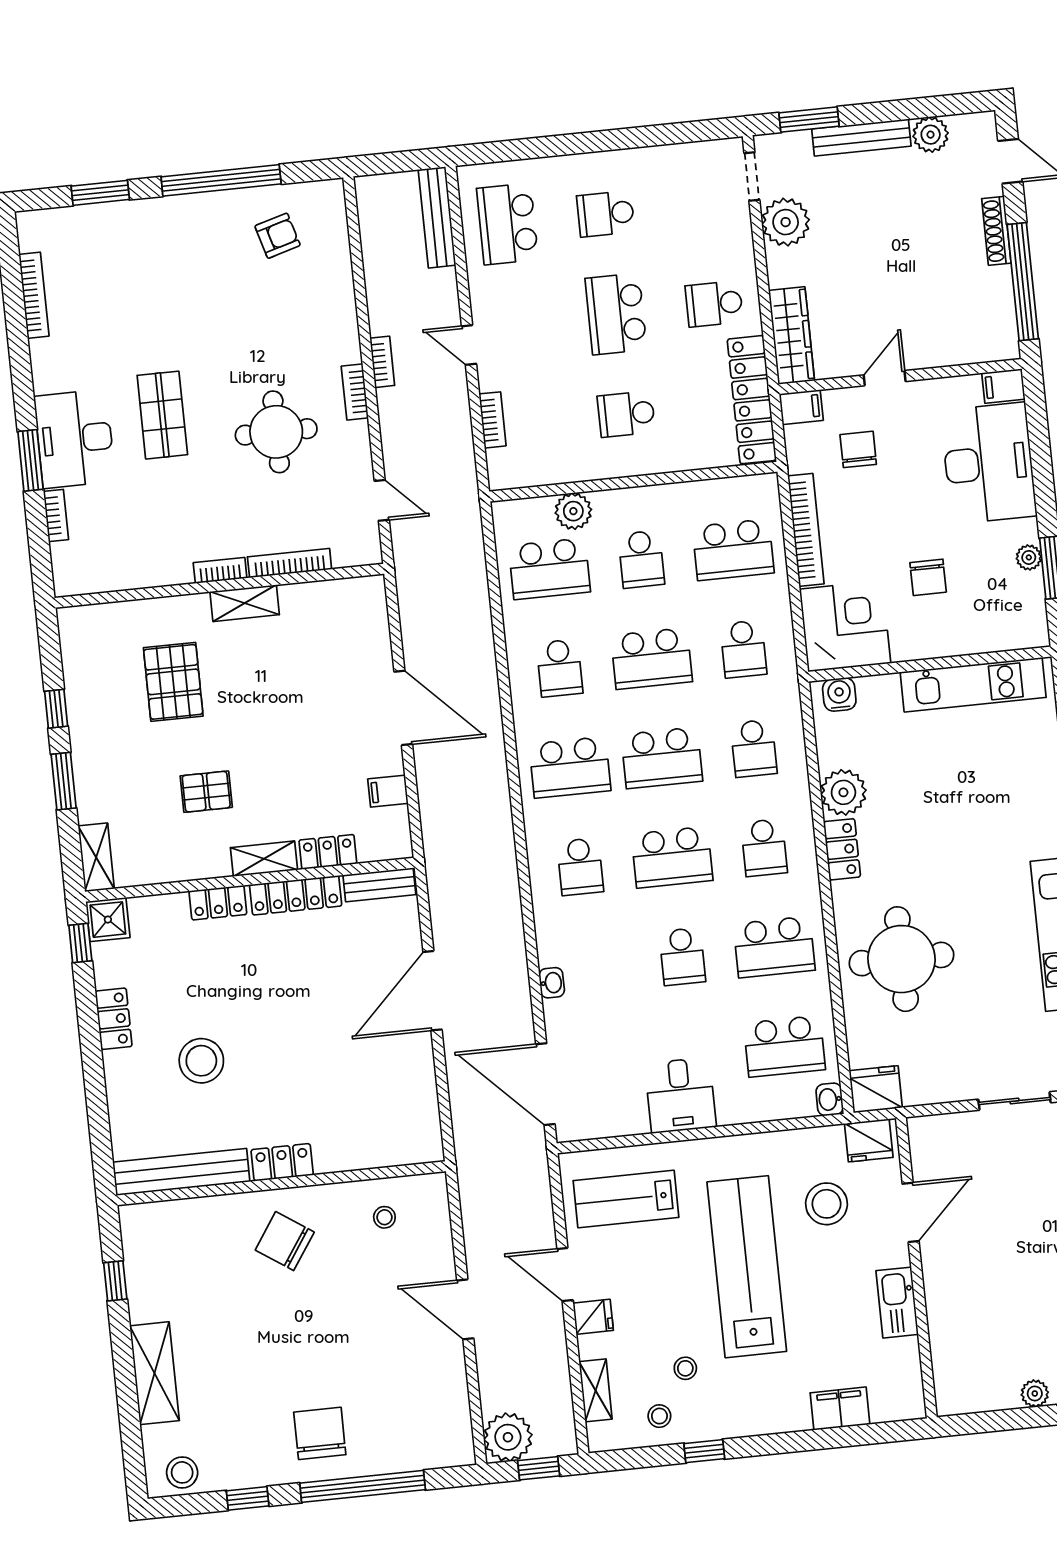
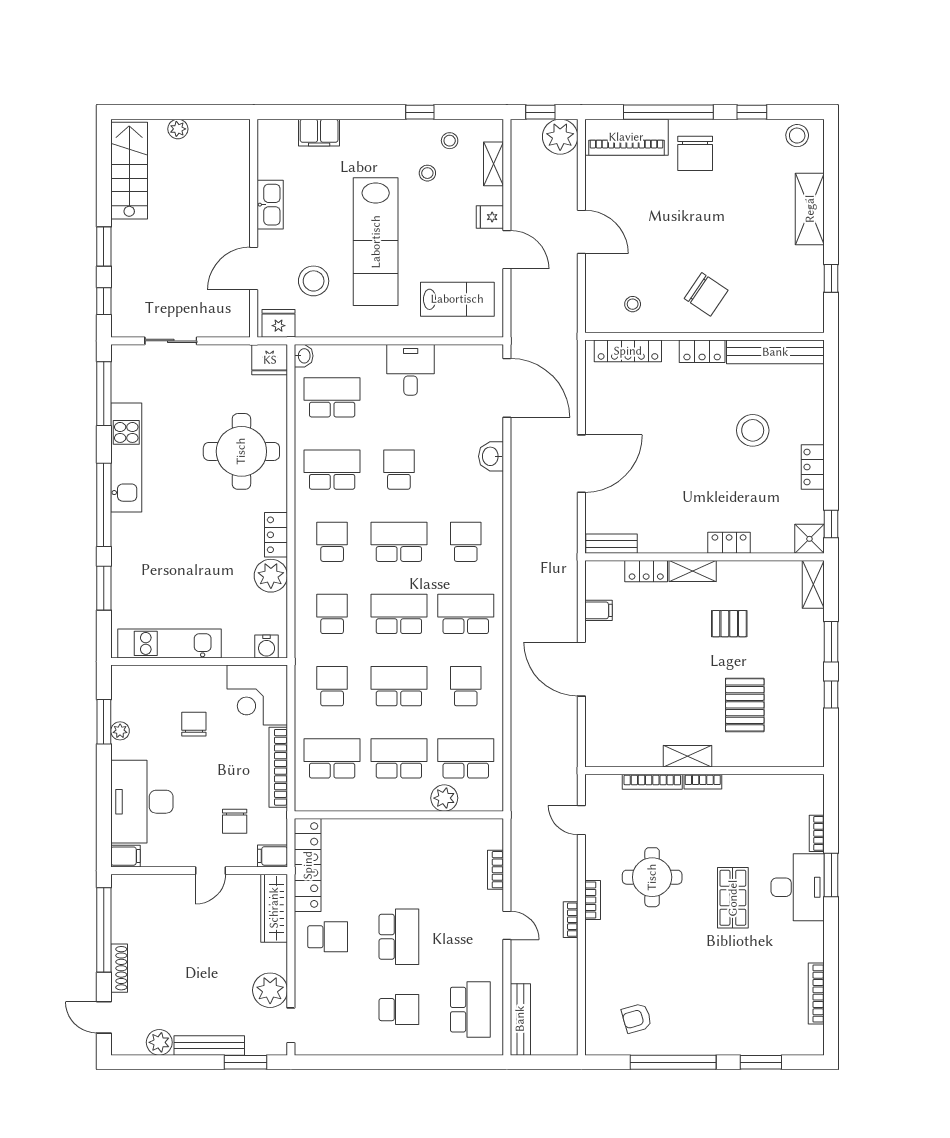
school desk: (626, 414) -> (399, 864), removed
school desk: (641, 559) -> (399, 758), width x1.85
locker: (296, 895) -> (628, 351), moved, turned 180
washbasin: (552, 983) -> (491, 456), width x1.38, depth x1.45
piano: (417, 1446) -> (626, 137), added

